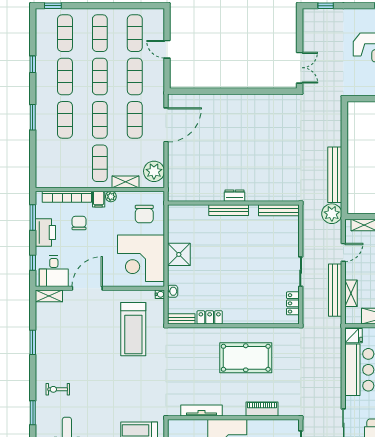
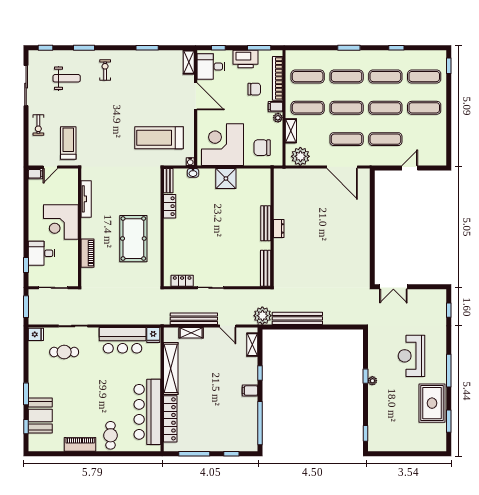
exercise mat: (135, 33) -> (308, 77), moved

